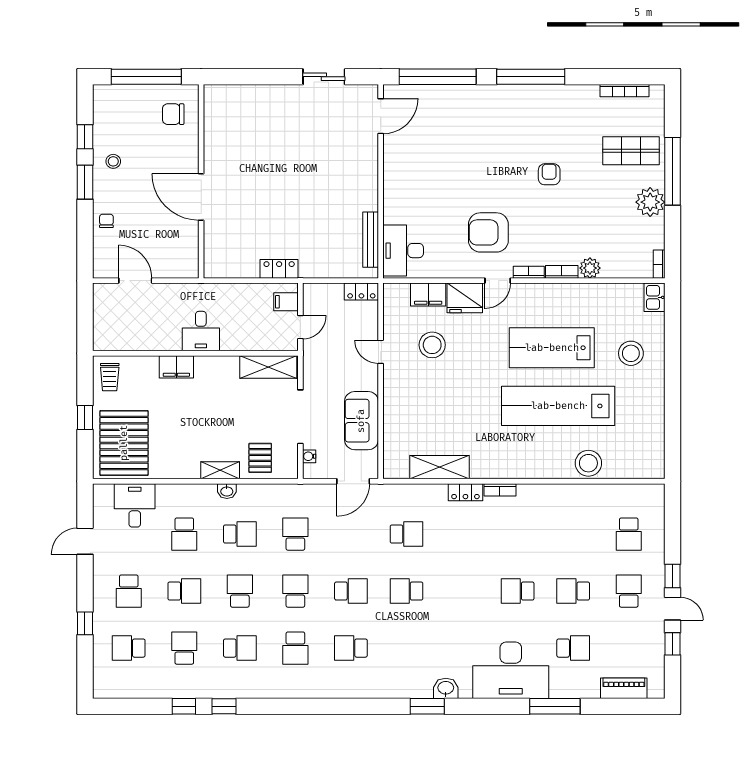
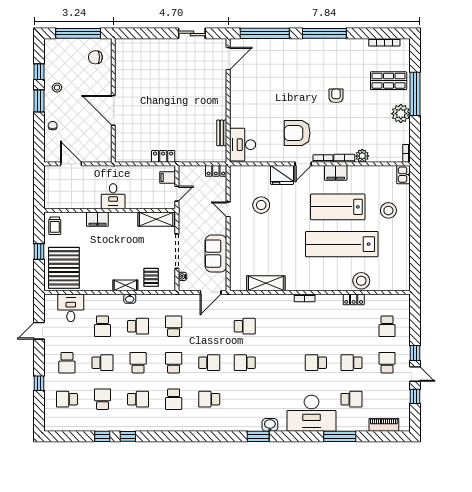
bench: (371, 240) -> (222, 133), width x0.73
filing cabinet: (428, 295) -> (336, 173), moved
locker: (465, 492) -> (354, 299), moved

